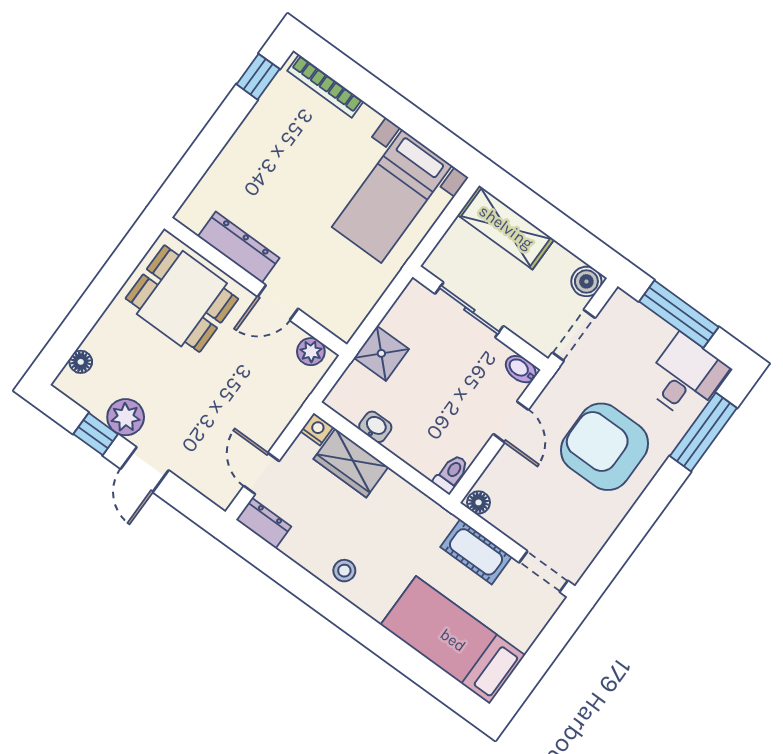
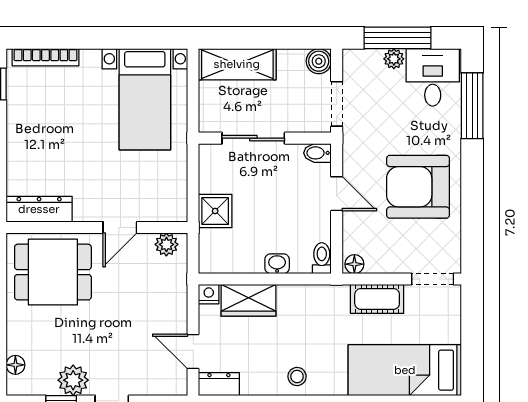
dresser: (239, 247) -> (39, 209), moved
plant: (661, 332) -> (394, 59), added
washbasin: (375, 427) -> (277, 264), moved
armchair: (604, 447) -> (418, 187), moved

